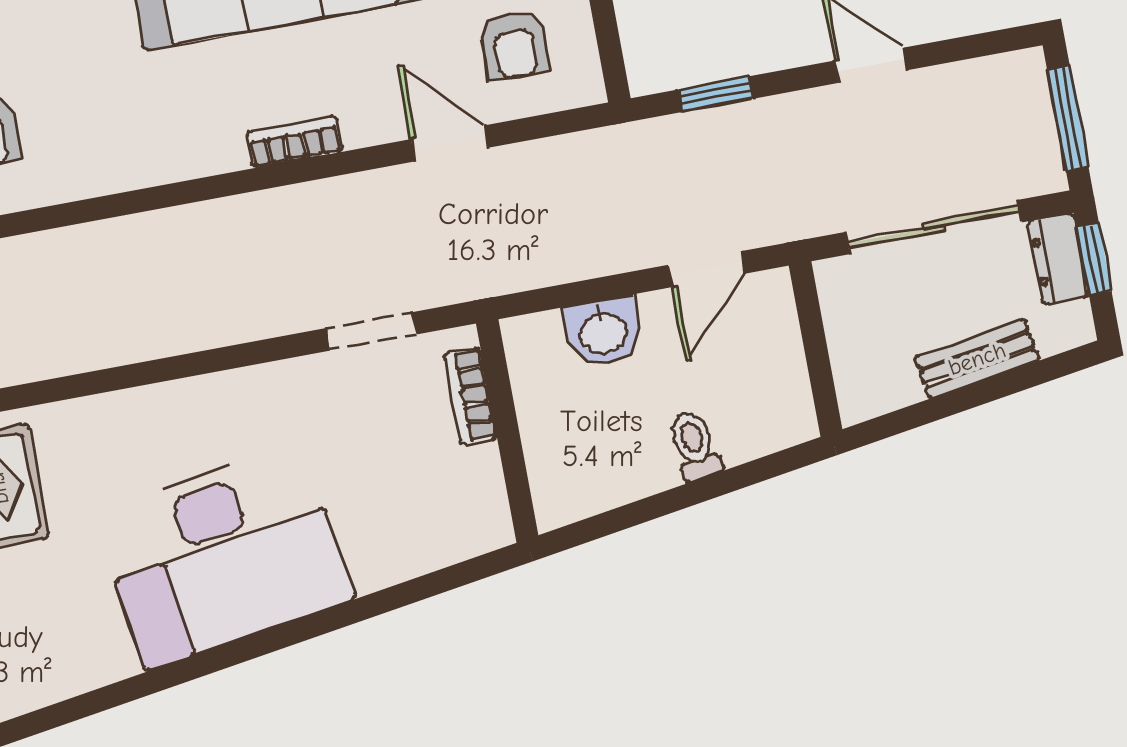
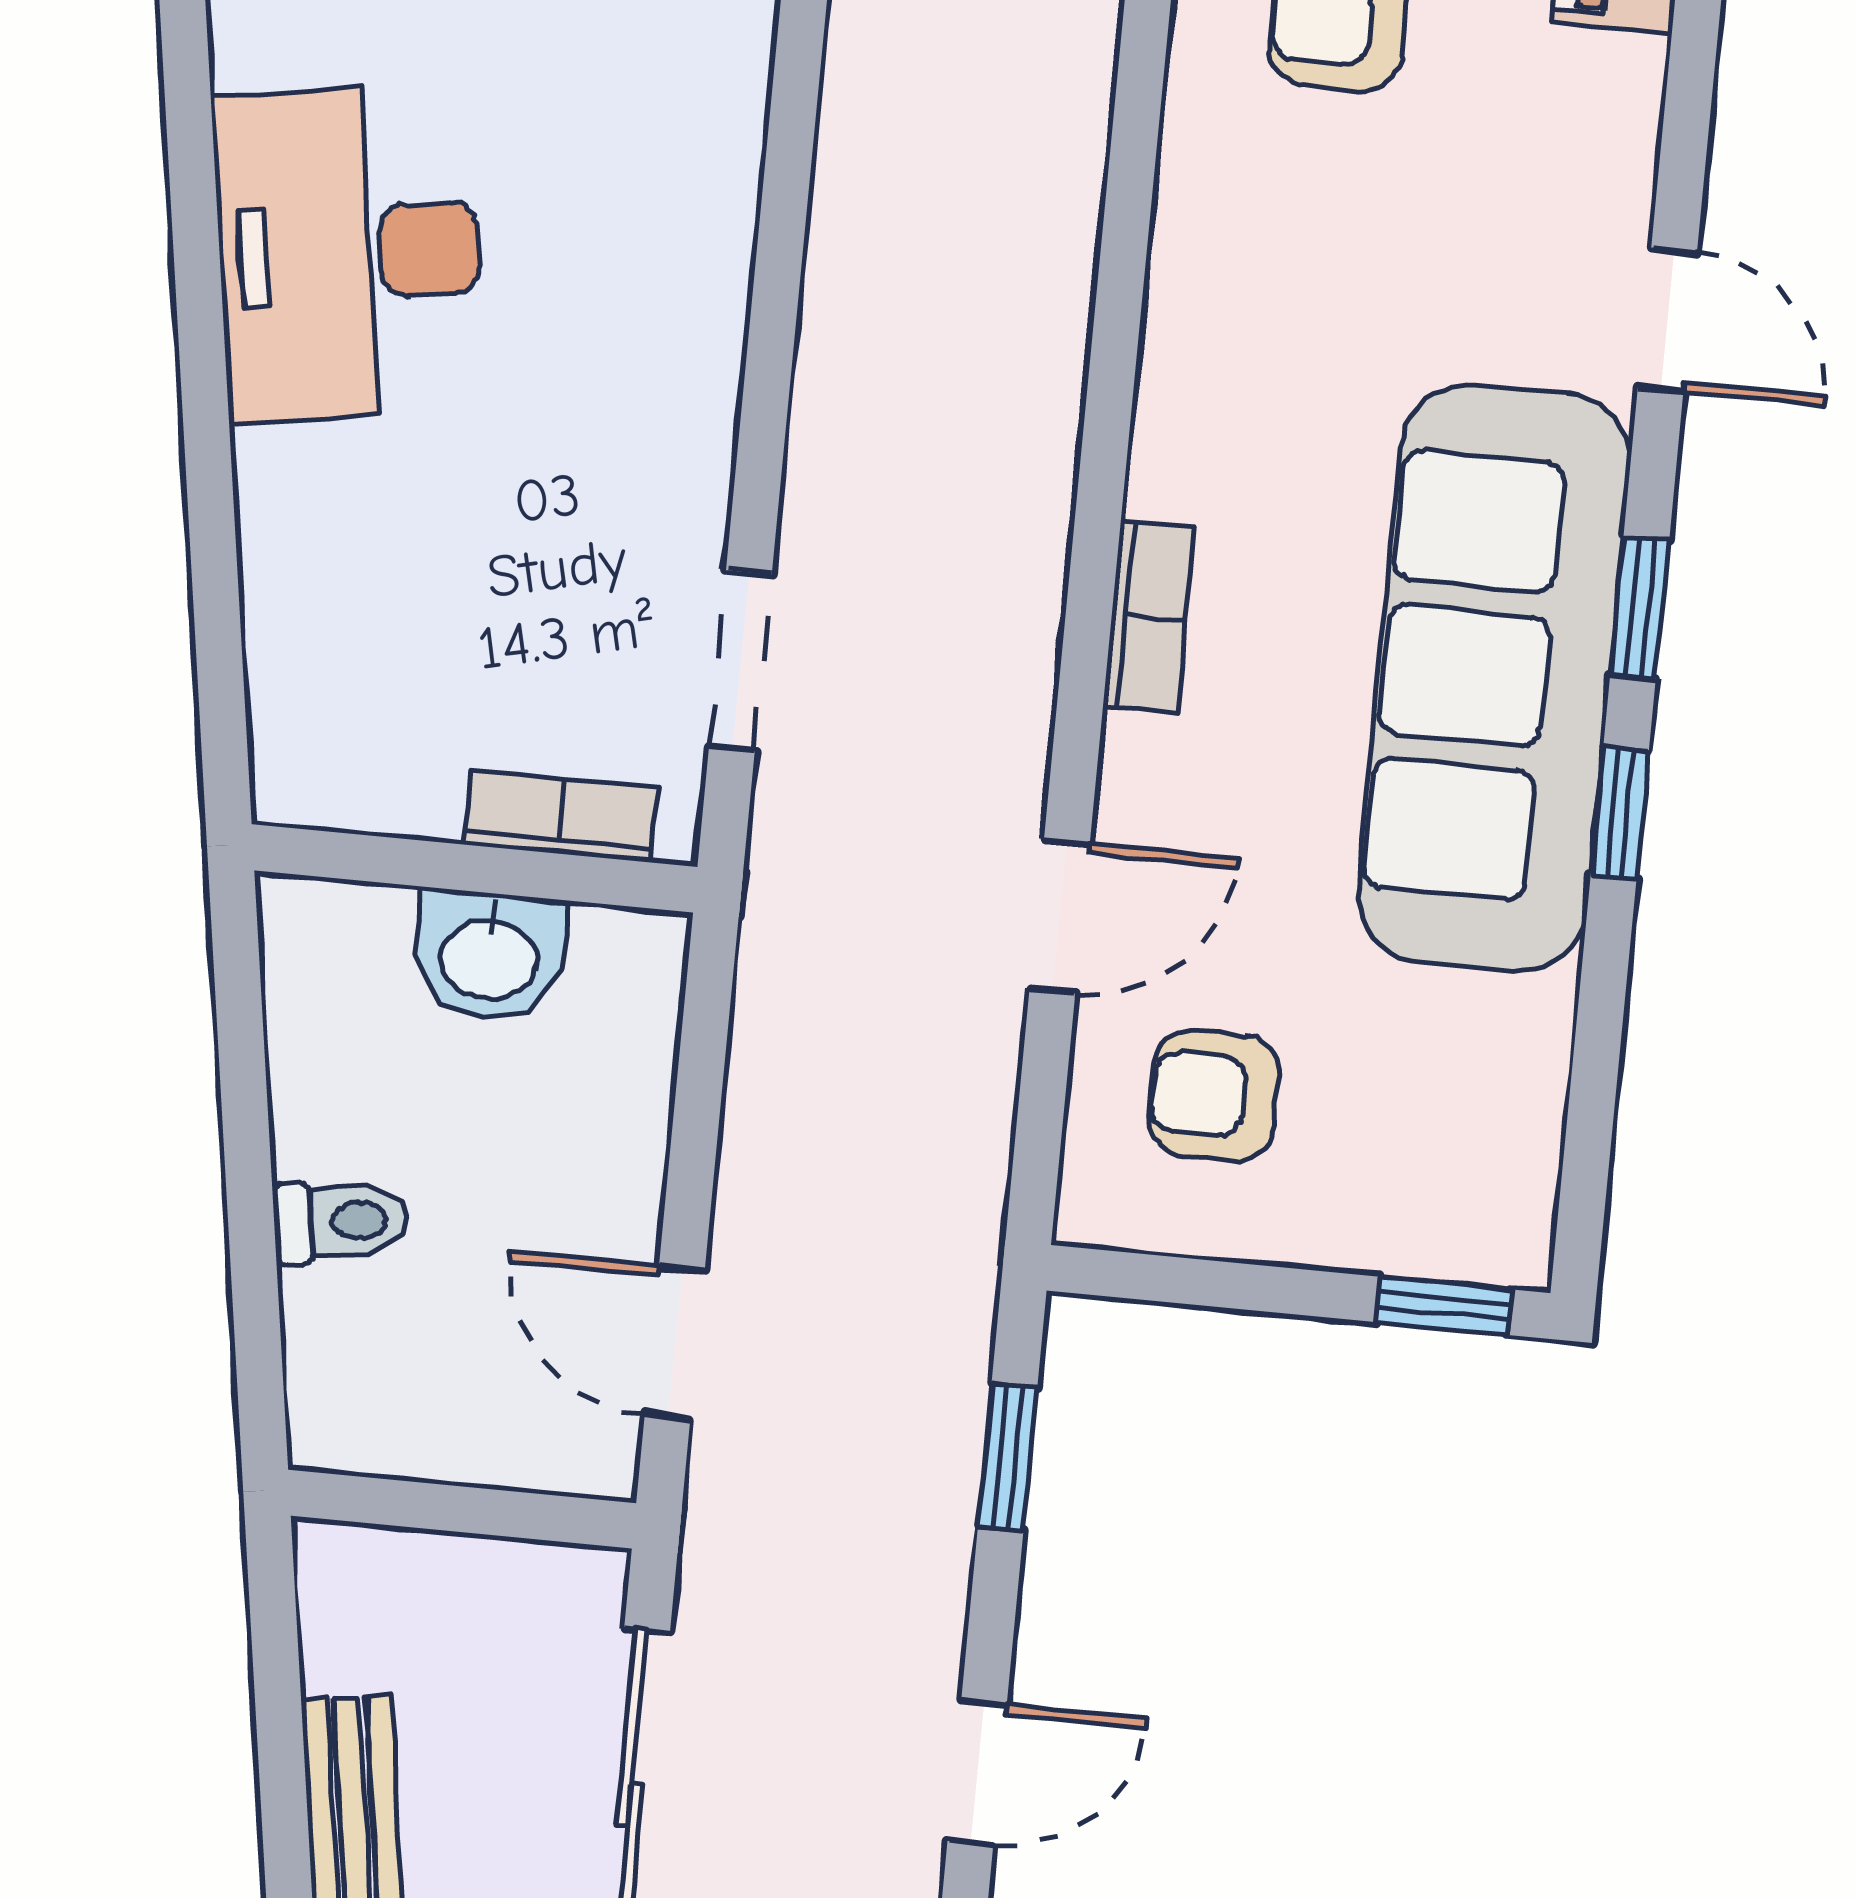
washbasin: (603, 332) -> (489, 956), moved, turned -90
desk: (224, 556) -> (349, 253), width x0.73, depth x0.77

